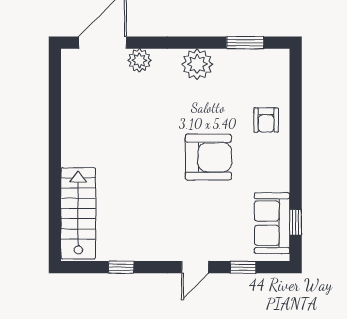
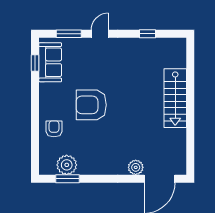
plant: (197, 64) -> (67, 165), moved
stairs: (78, 213) -> (175, 98), moved
window: (243, 267) -> (69, 34), width x1.50

